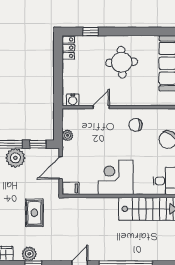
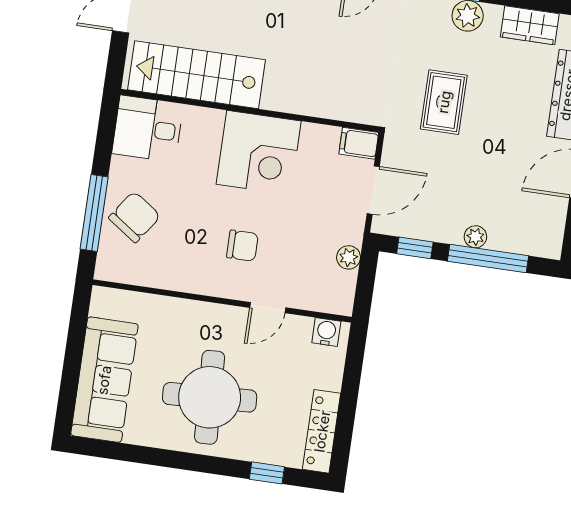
locker: (68, 48) -> (322, 431), width x1.53
round table: (122, 62) -> (210, 397), width x1.36, depth x1.36
chair: (136, 125) -> (242, 246), moved
plant: (15, 158) -> (475, 237), width x0.53, depth x0.53

